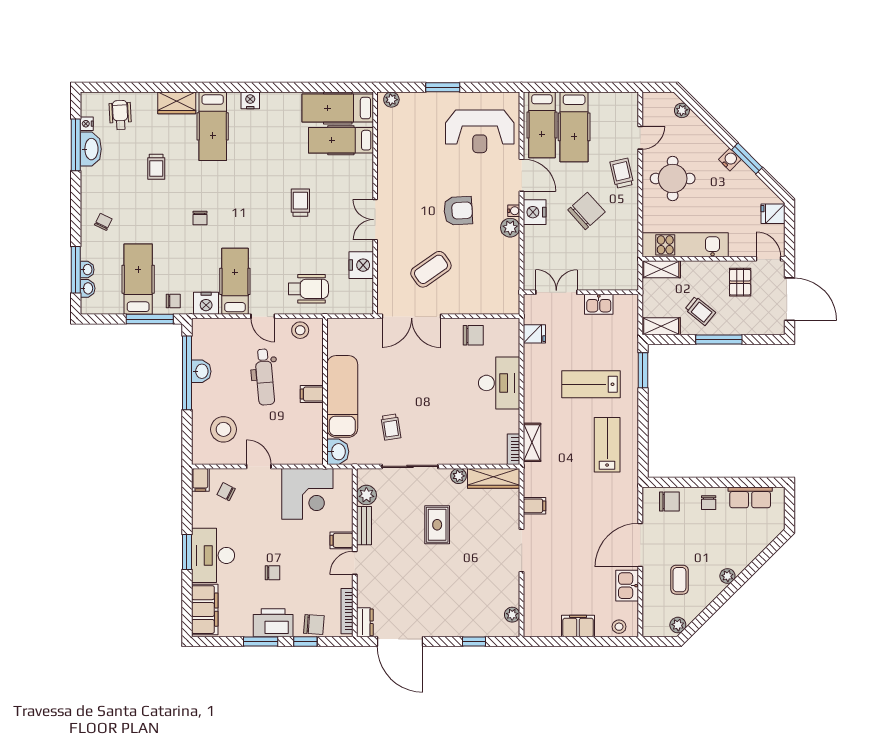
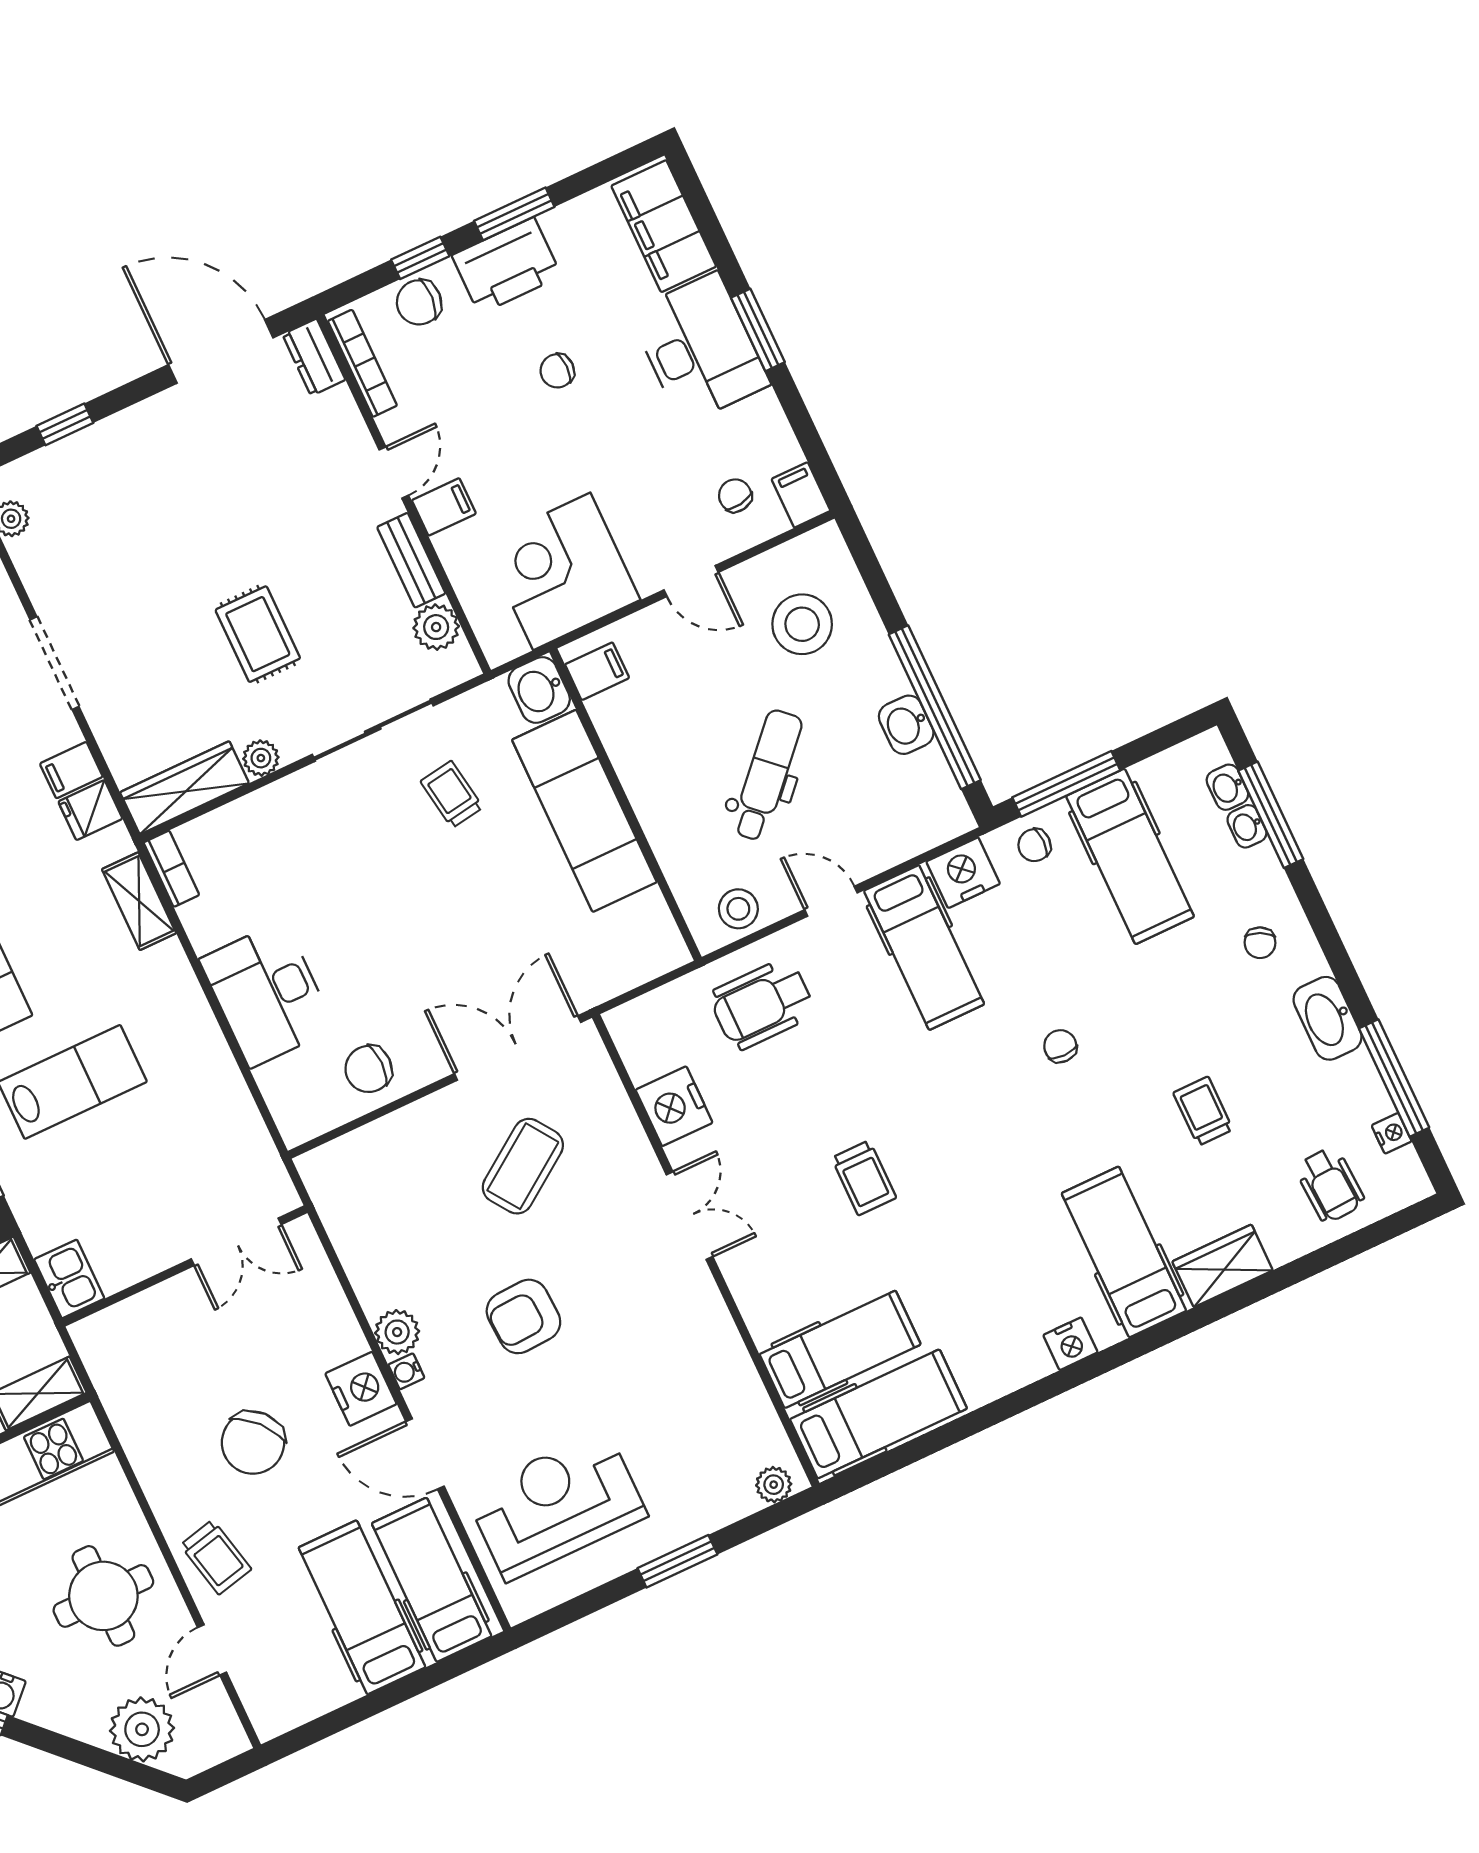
plant: (682, 110) -> (142, 1729), width x1.88, depth x1.88
washbasin: (91, 149) -> (1327, 1018), moved
kitchen sink: (599, 304) -> (69, 1279), moved, turned 90
fridge: (534, 334) -> (90, 810), moved
dental chair: (265, 377) -> (767, 775), turned 48
filing cabinet: (312, 394) -> (597, 671), moved
chair: (226, 492) -> (735, 496), turned -126

